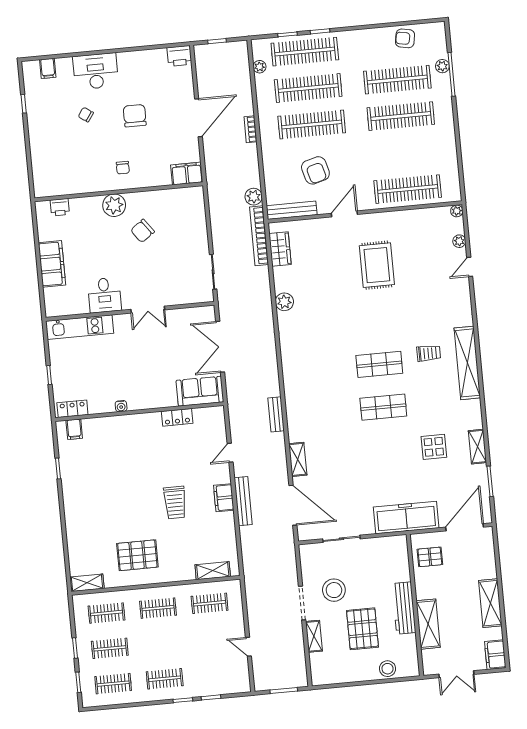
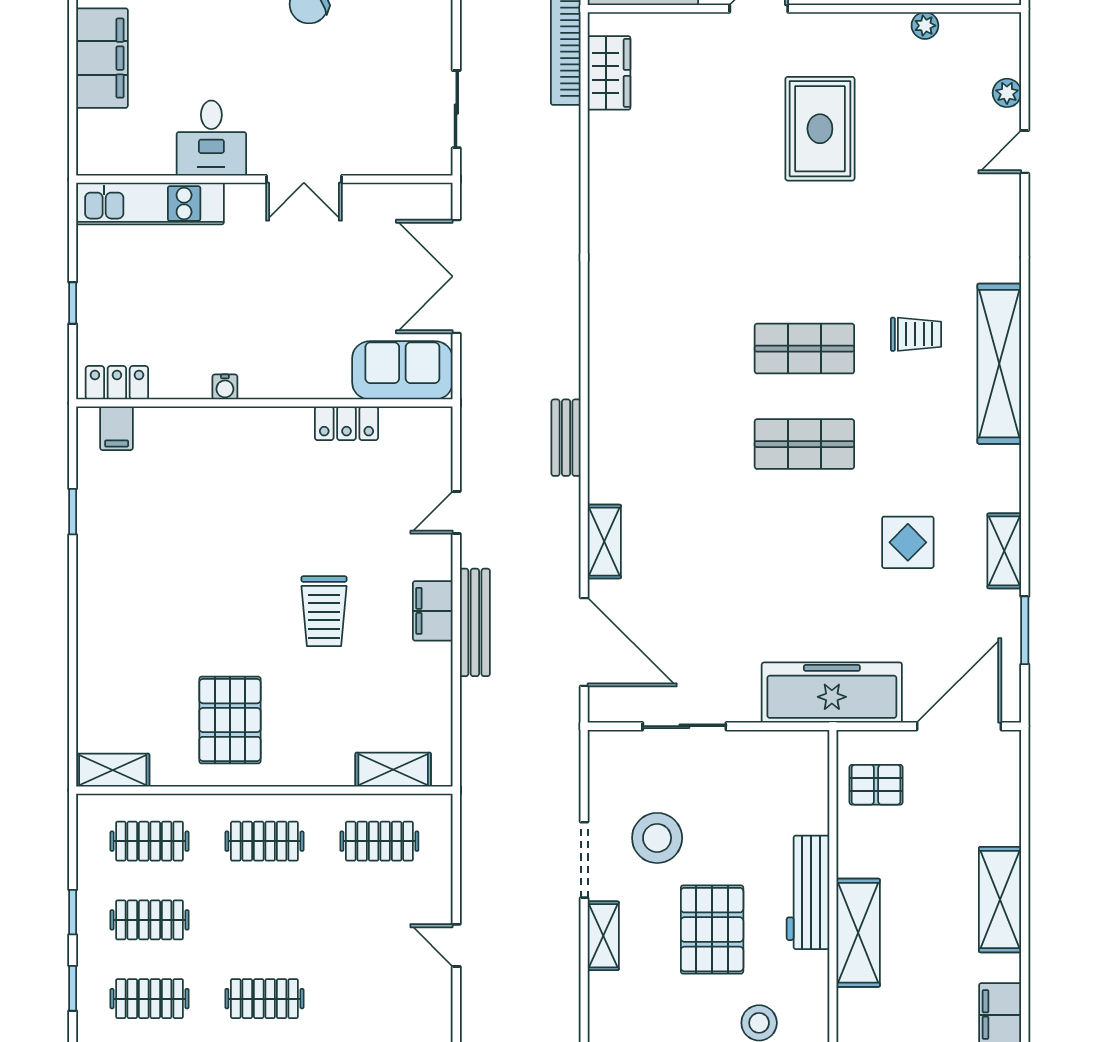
plant: (457, 211) -> (925, 26), moved
plant: (284, 302) -> (608, 190), removed
pallet: (137, 555) -> (230, 720), turned 90

